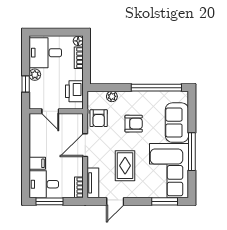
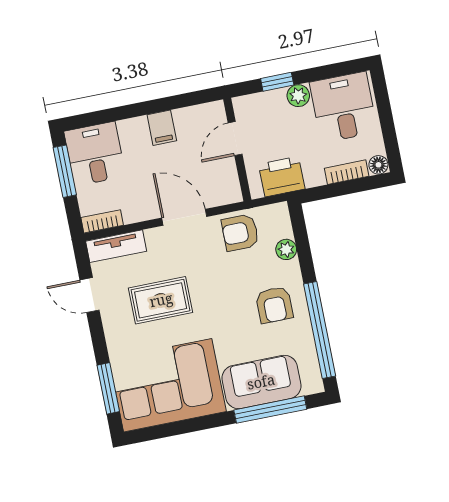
armchair: (134, 124) -> (274, 305), moved
window: (192, 152) -> (270, 410), moved
filing cabinet: (37, 163) -> (162, 128), moved

